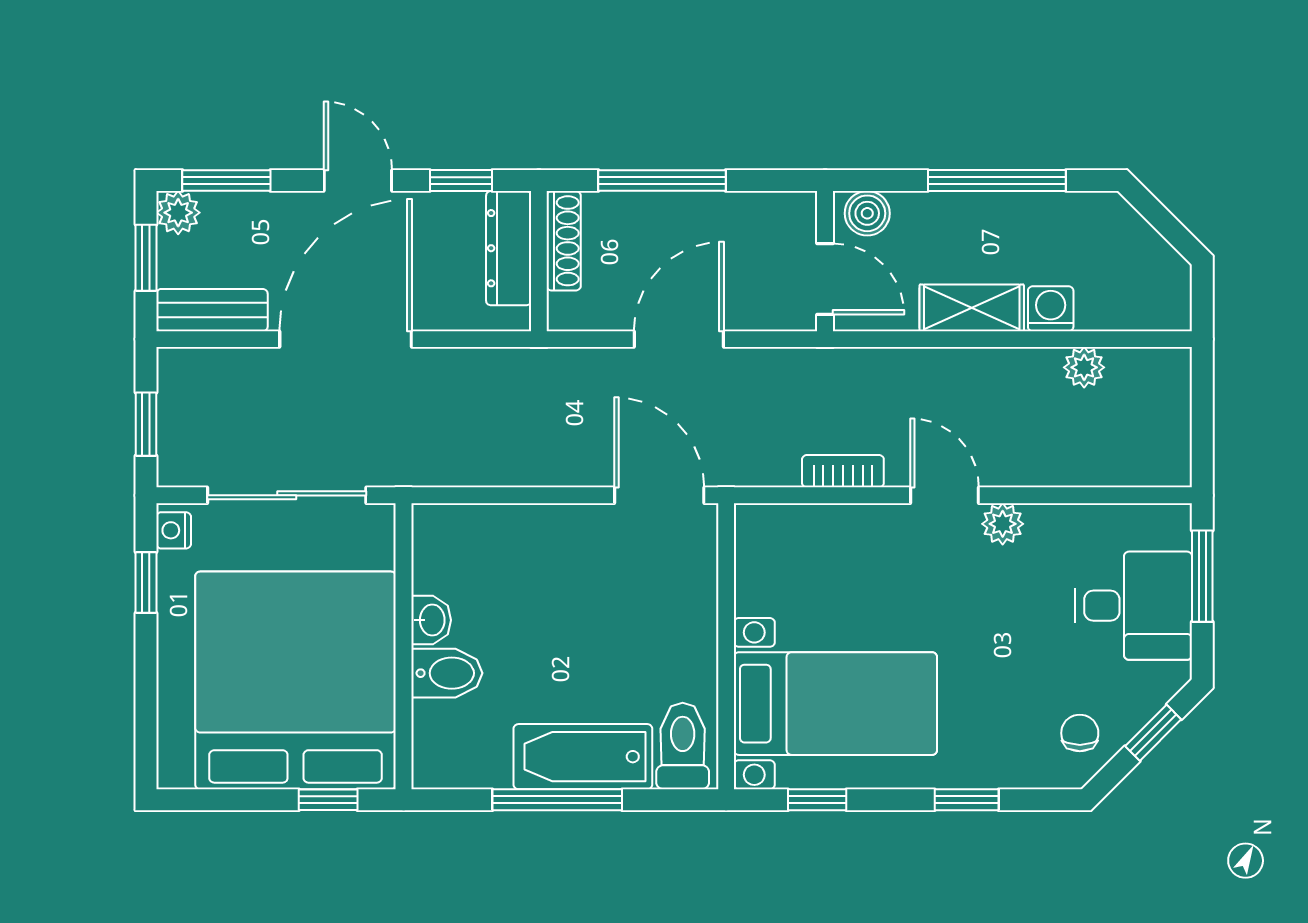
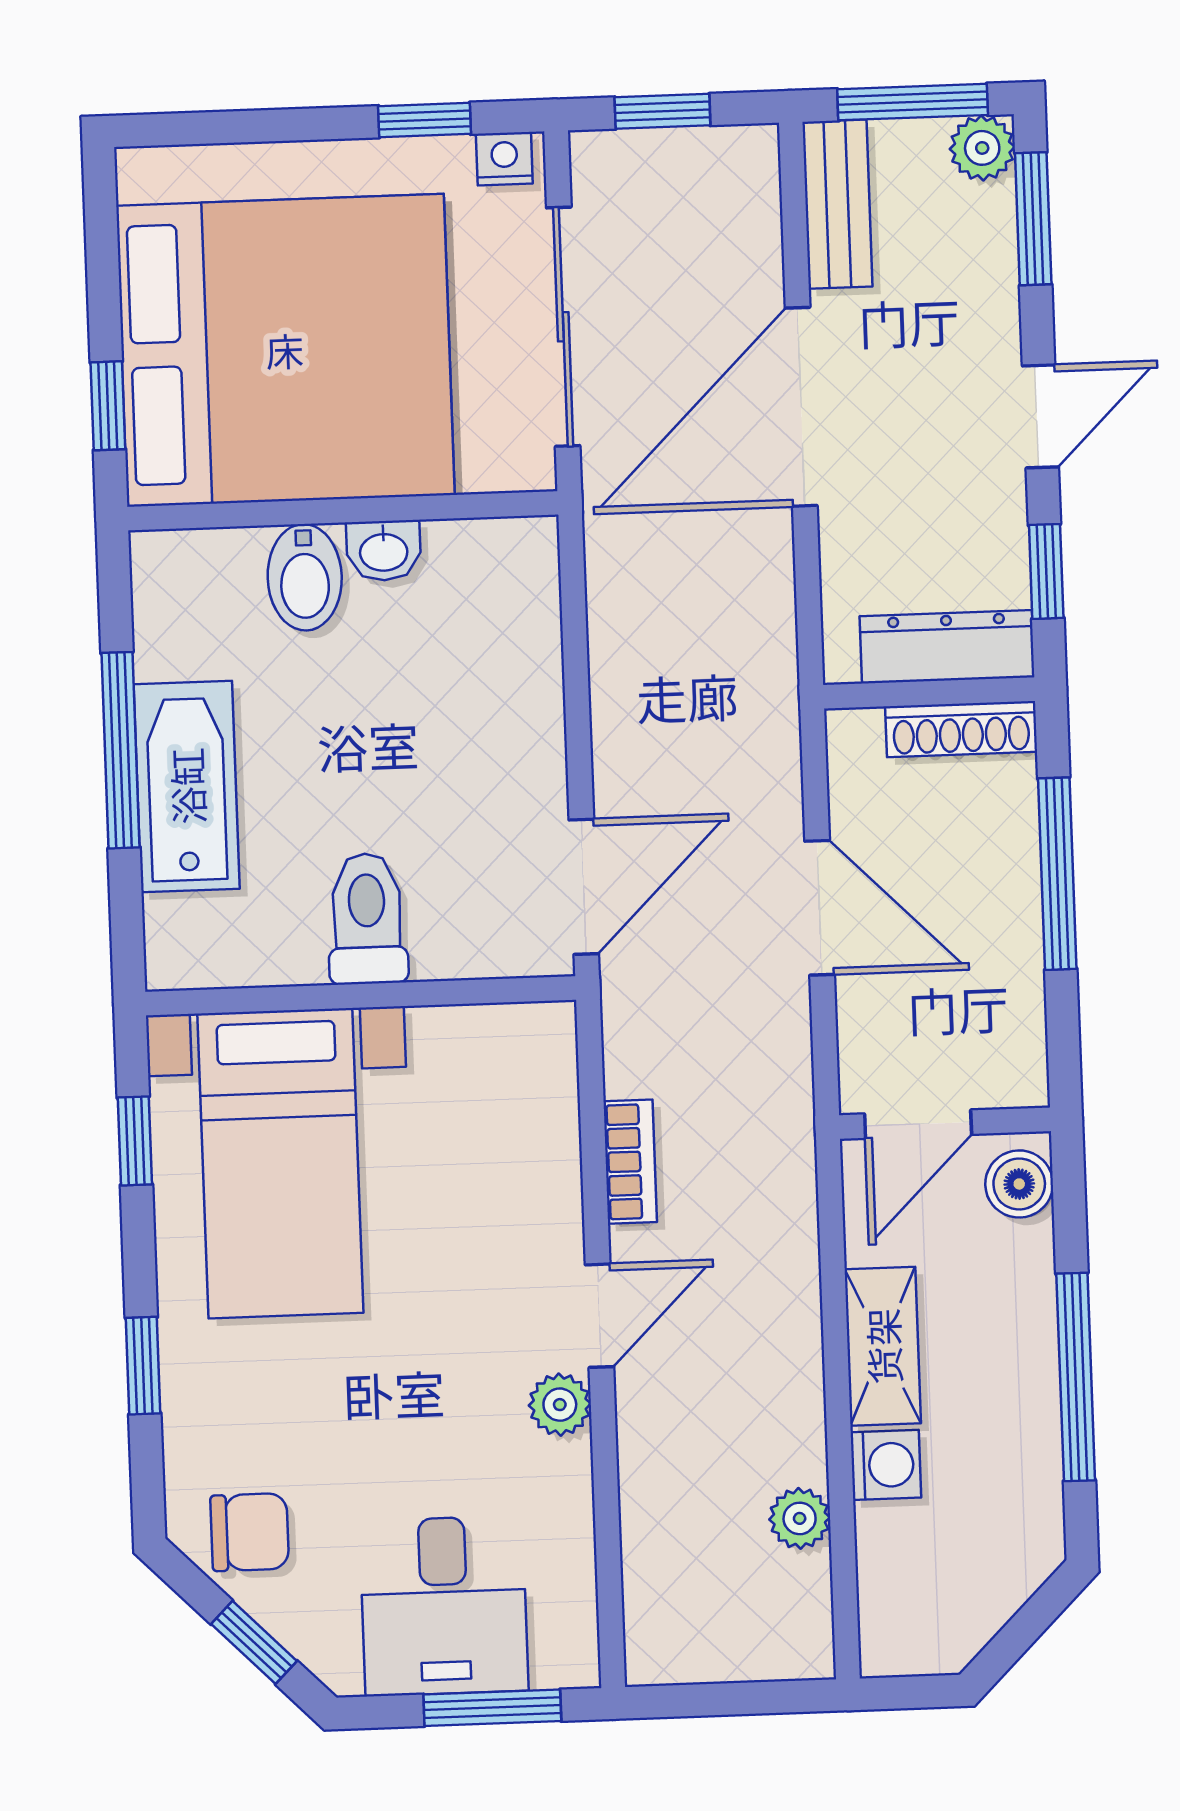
window: (146, 258) -> (913, 102), width x1.50
door: (346, 339) -> (801, 407), swing flipped
chair: (1080, 733) -> (250, 1532), width x1.37, depth x1.37
toilet: (683, 746) -> (367, 919), moved, turned -90

